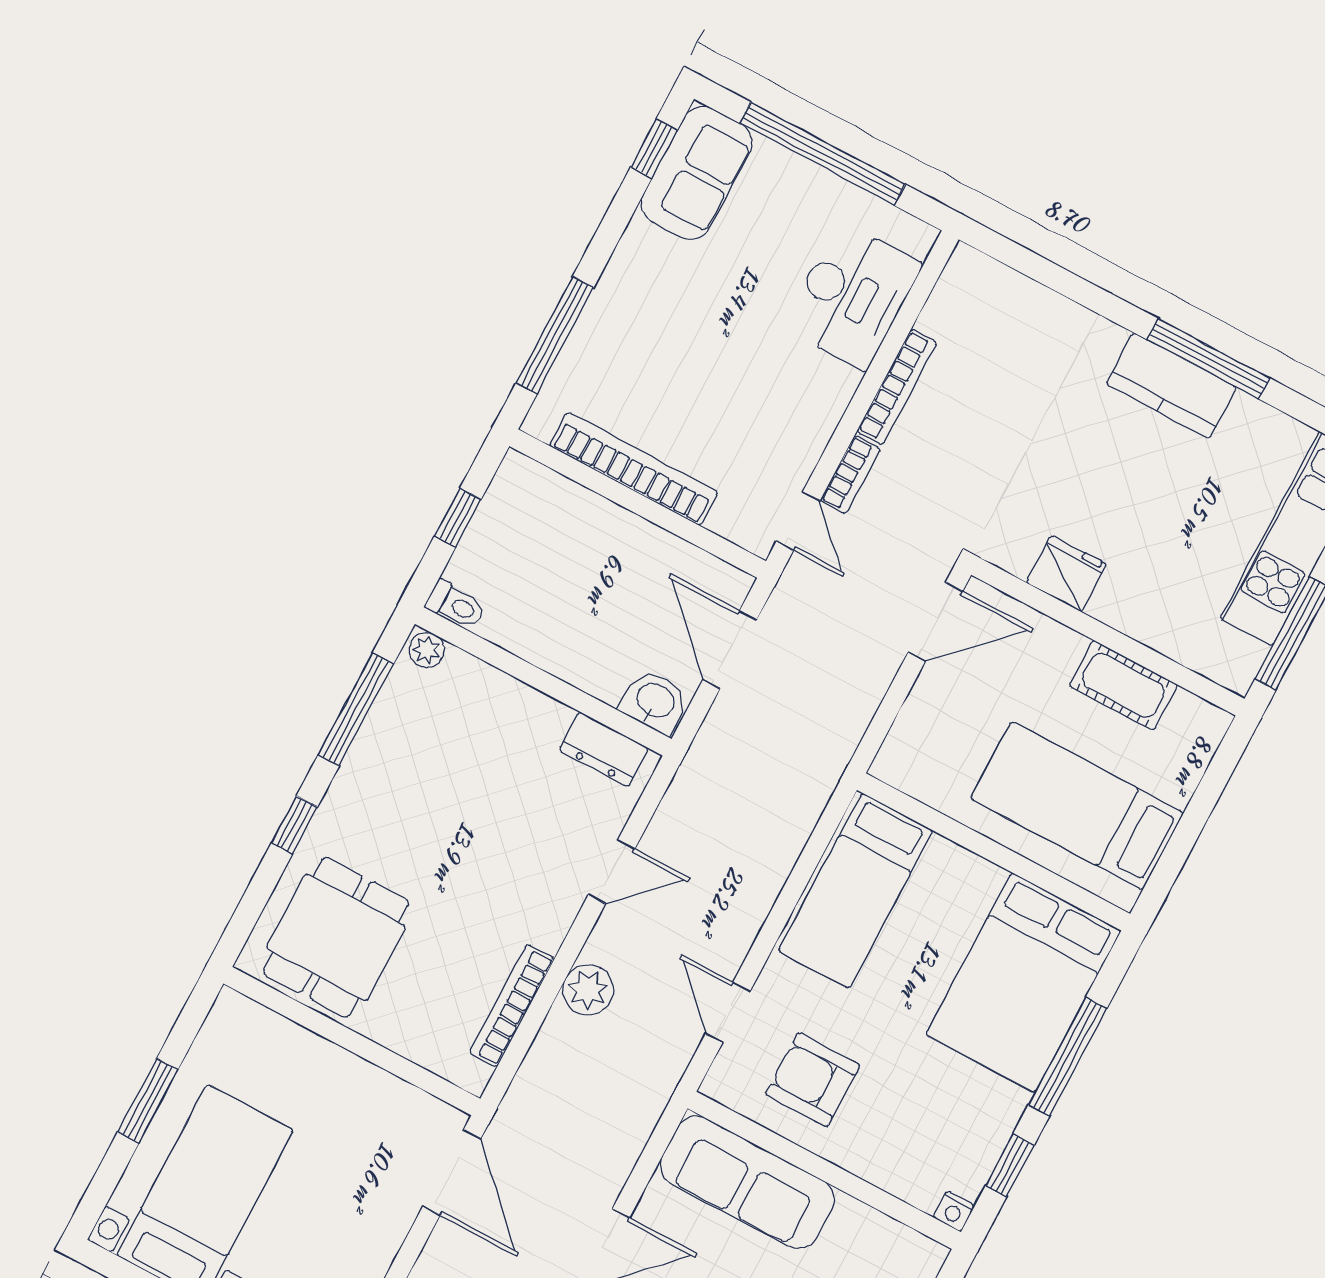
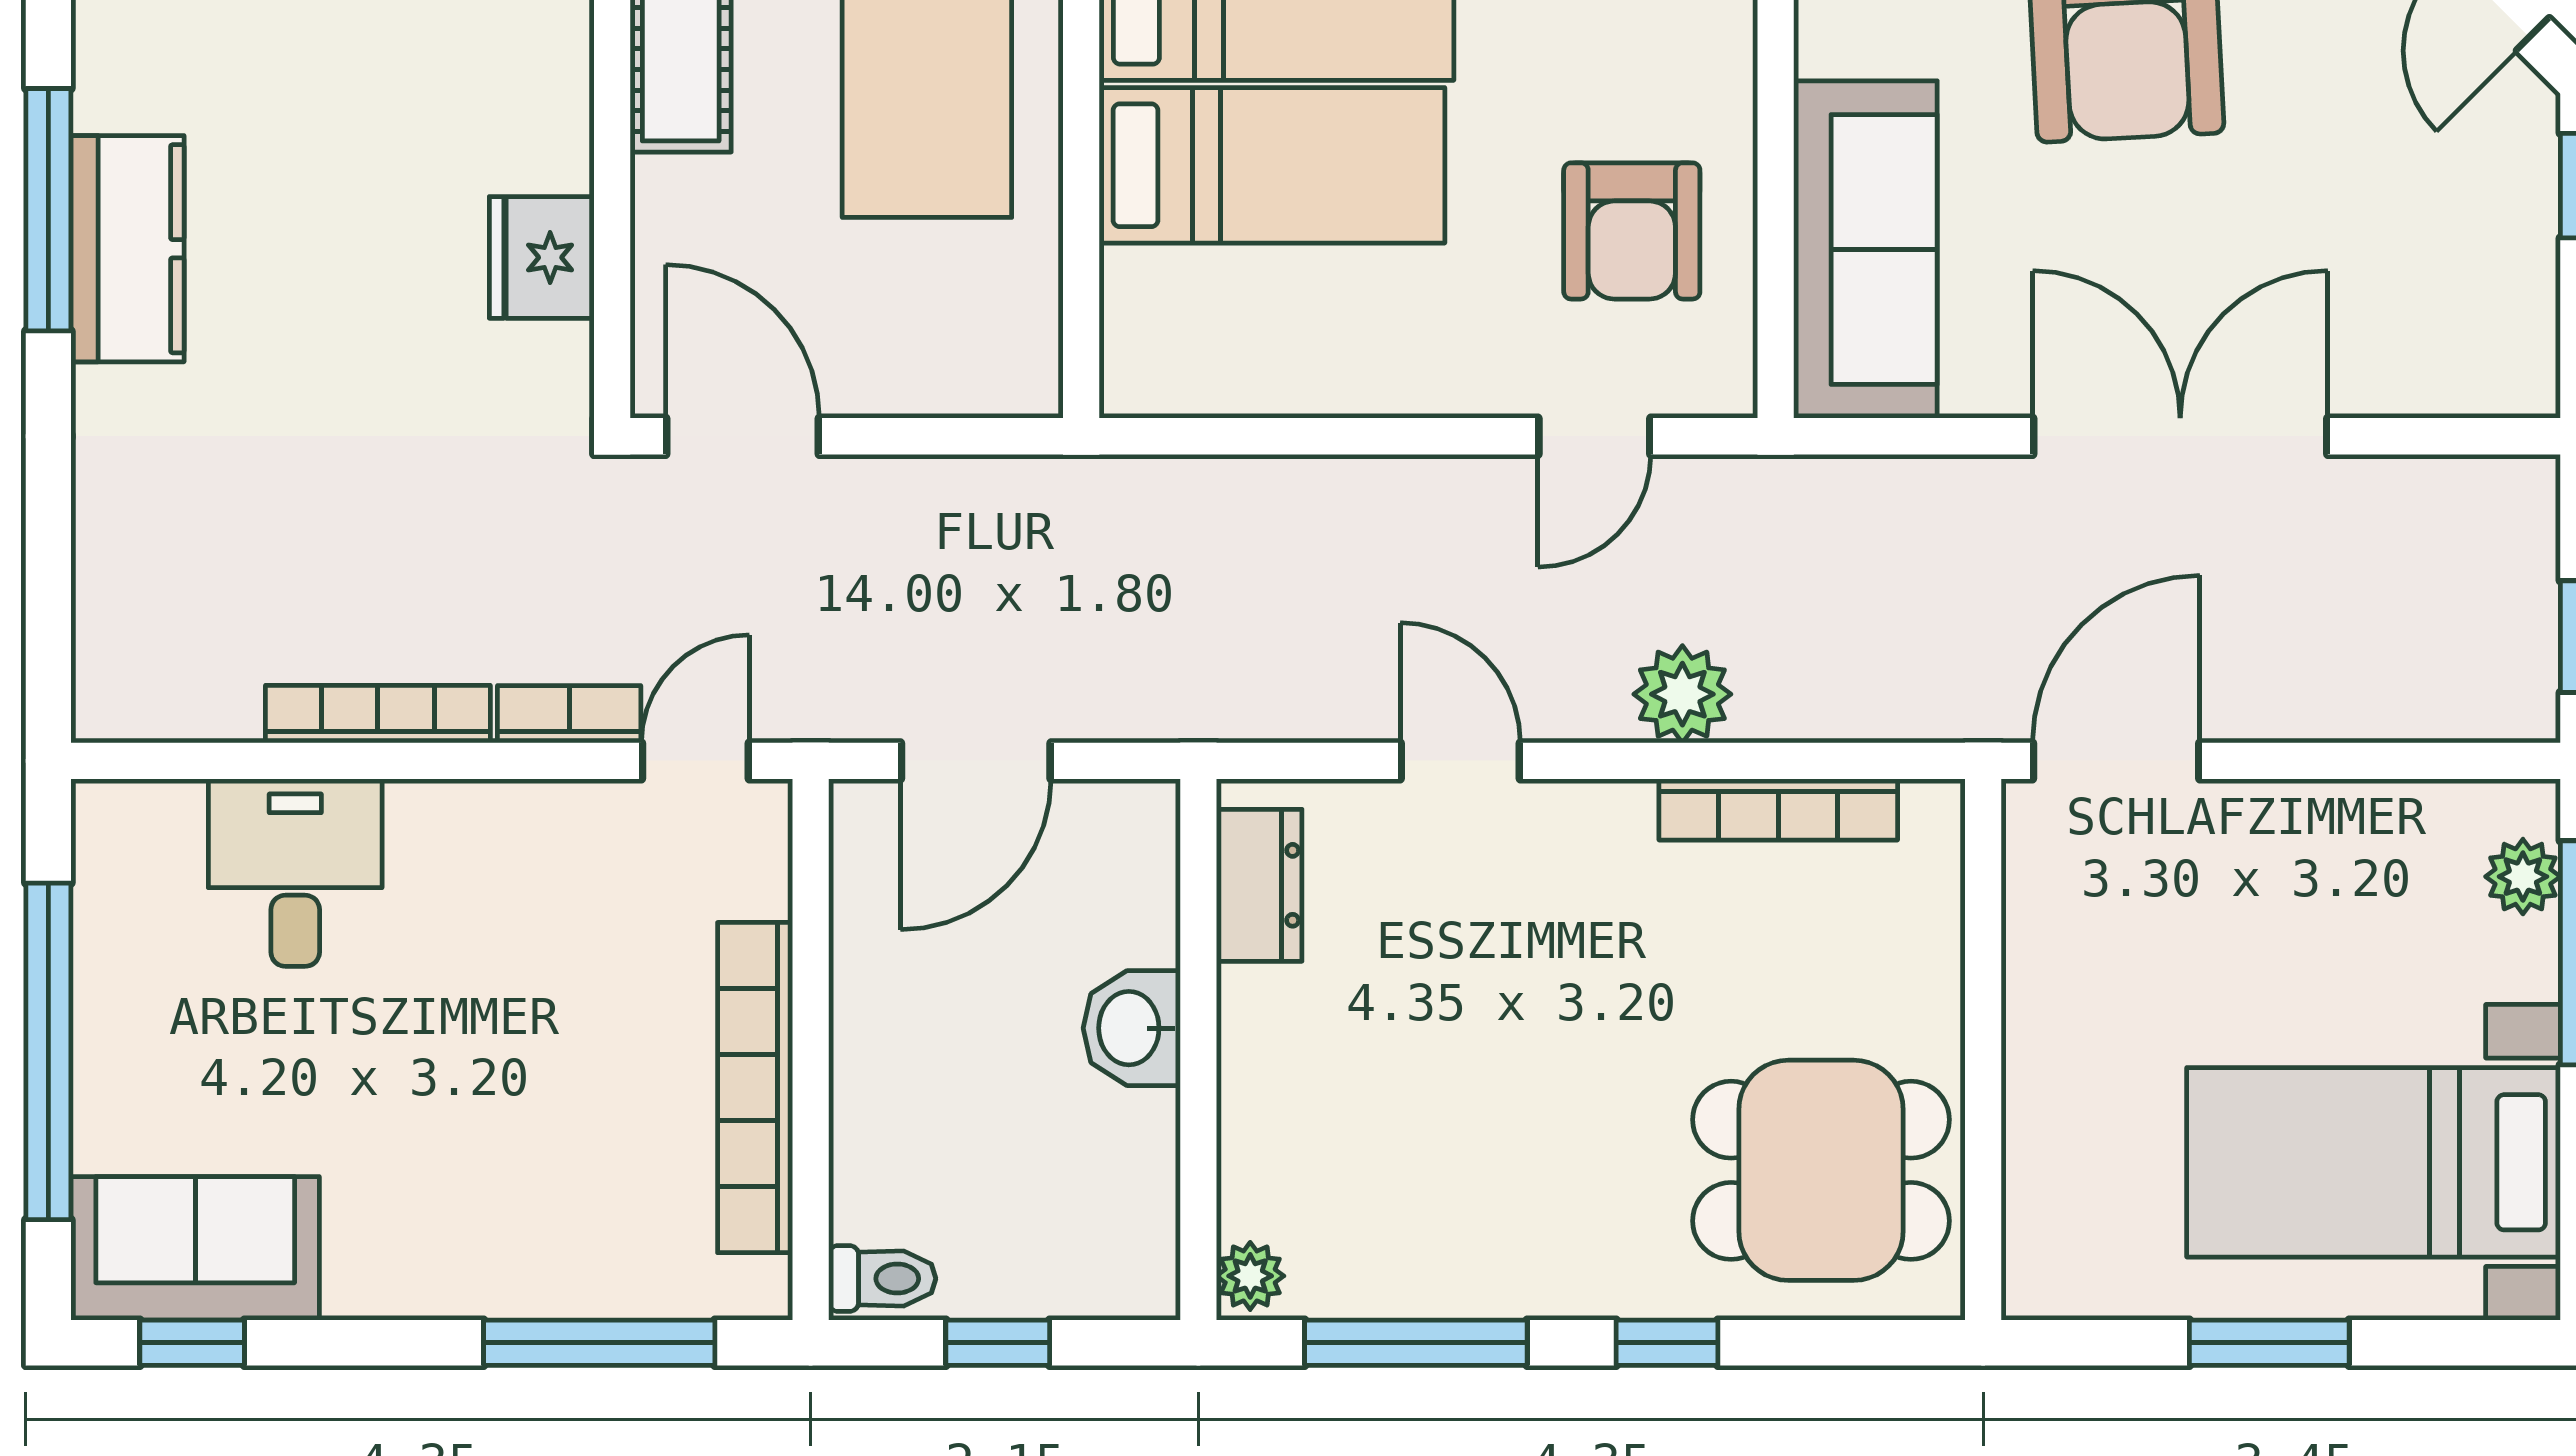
desk: (852, 296) -> (295, 873), width x0.73
toilet: (456, 605) -> (882, 1279), moved, turned 90
washbasin: (655, 702) -> (1132, 1028), moved
bed: (856, 891) -> (1272, 165), moved

